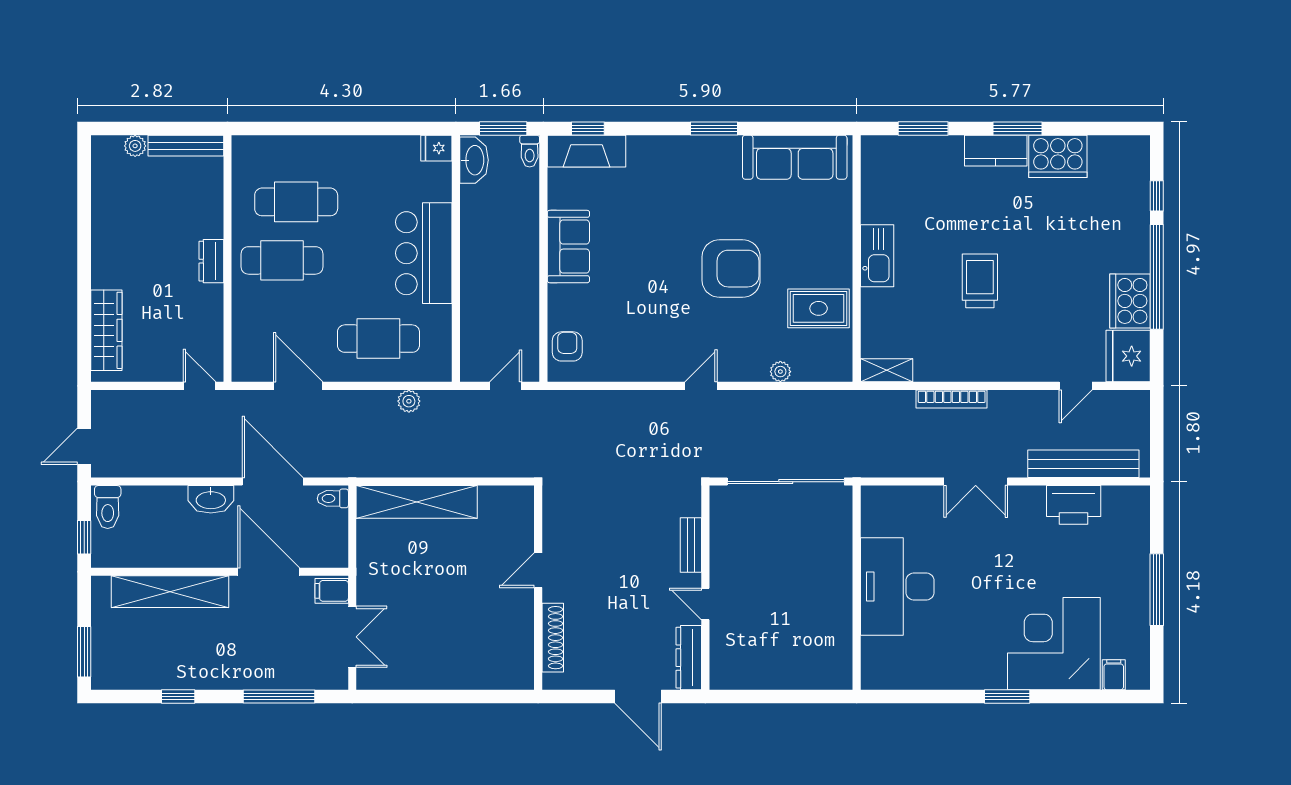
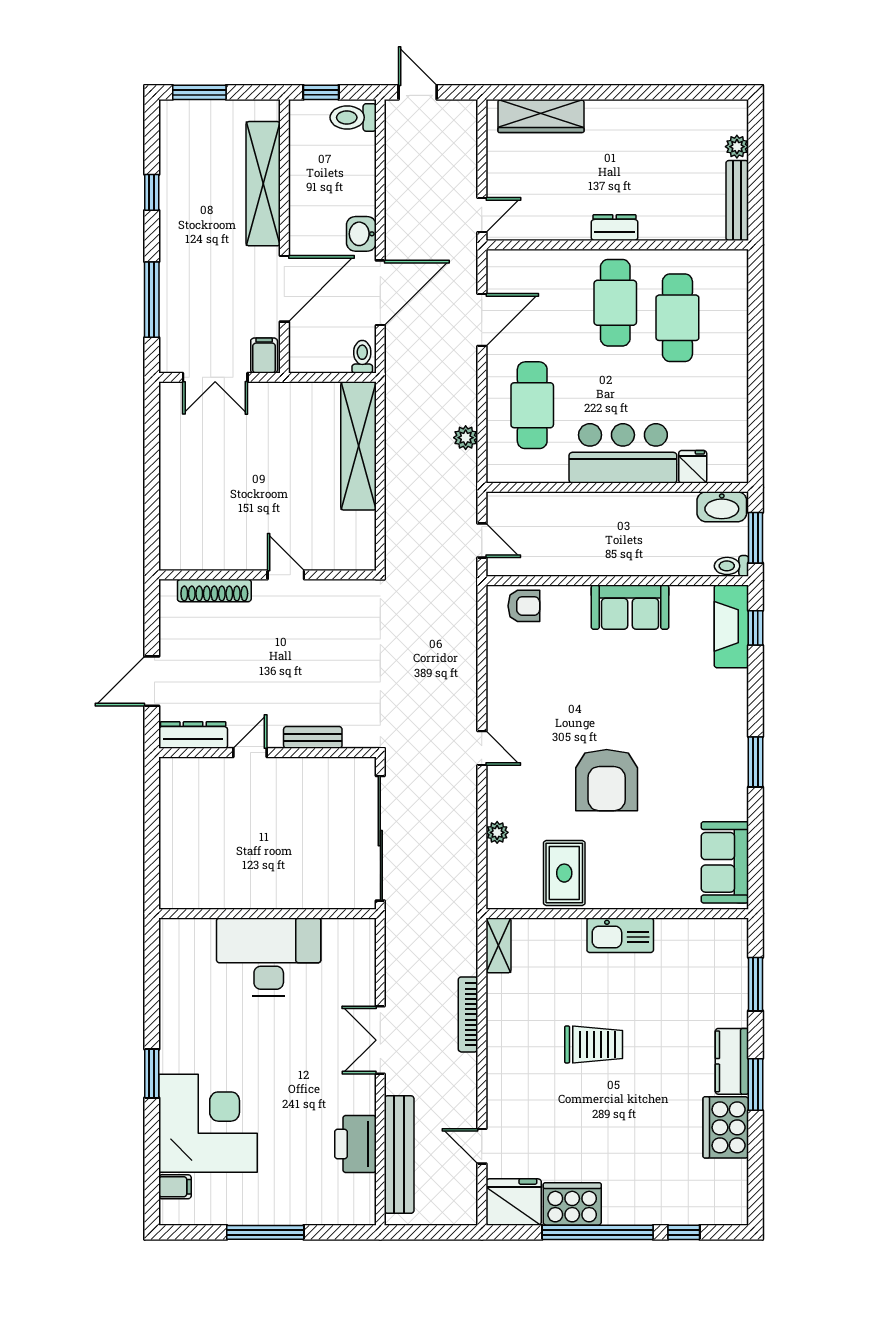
fridge: (436, 148) -> (693, 467), moved
sofa: (795, 157) -> (725, 862), width x0.73
washbasin: (211, 499) -> (361, 234), width x0.72

